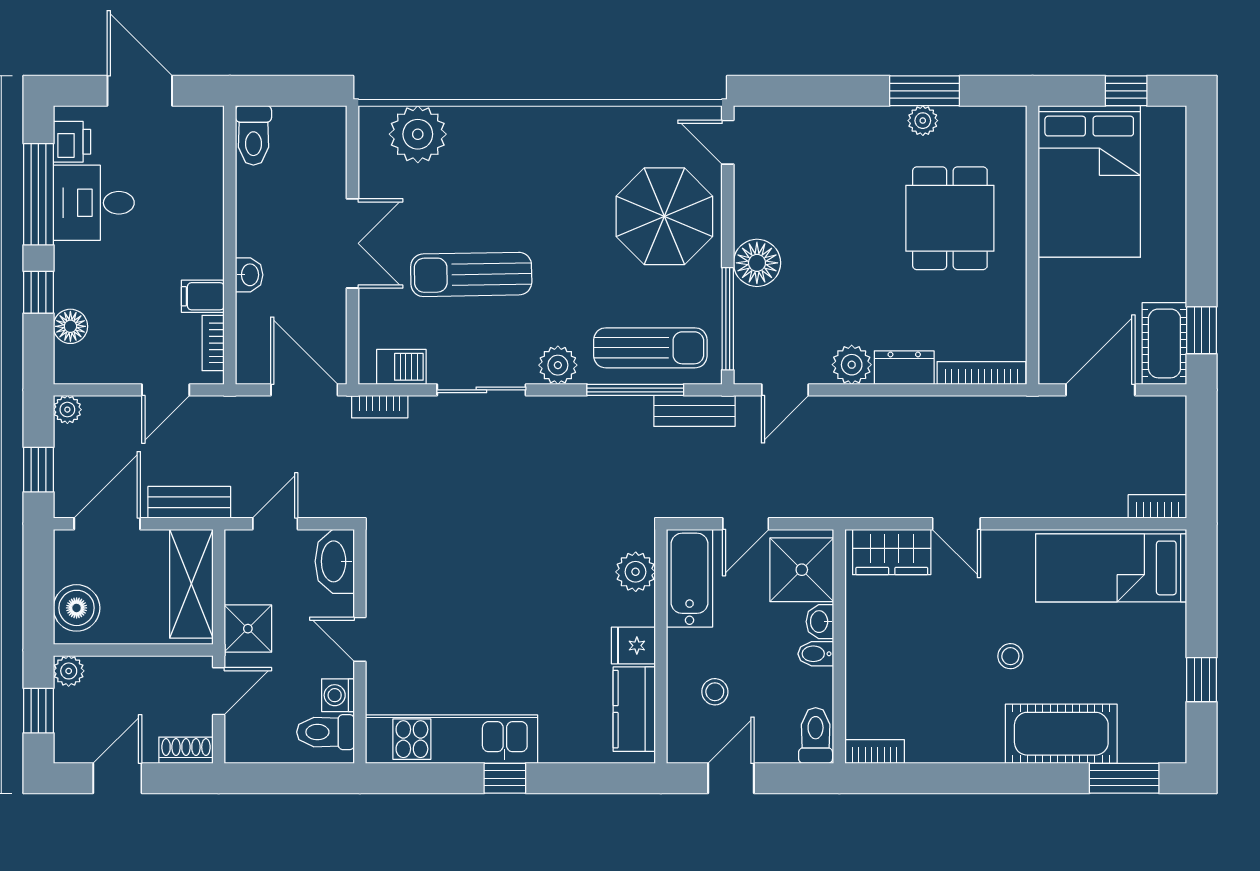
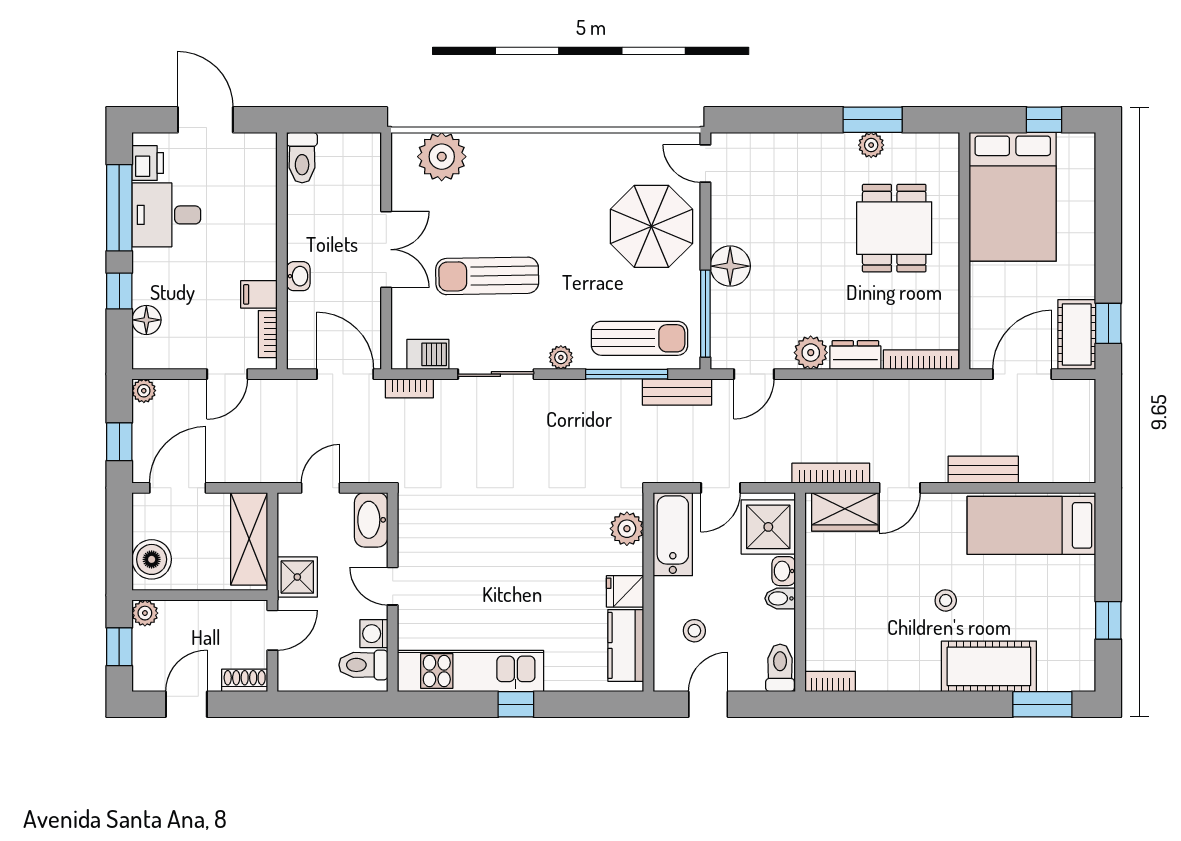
plant: (558, 365) -> (561, 357), width x0.73, depth x0.73
bench: (189, 502) -> (983, 470), moved
bookcase: (1157, 506) -> (831, 473), moved, width x1.56
door: (956, 524) -> (900, 488), hinge flipped

